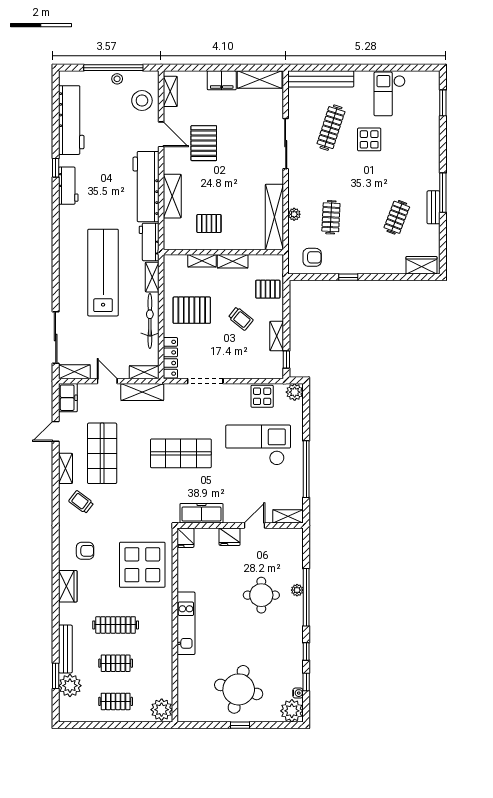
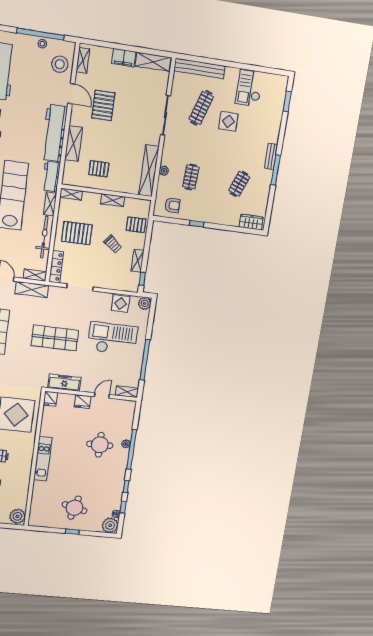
bench: (433, 207) -> (271, 156), moved
shelving: (202, 261) -> (71, 194), moved
round table: (239, 689) -> (75, 508), width x0.73, depth x0.73

